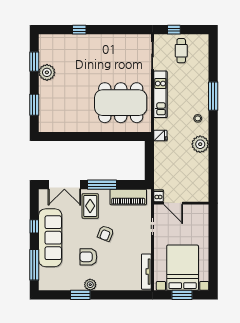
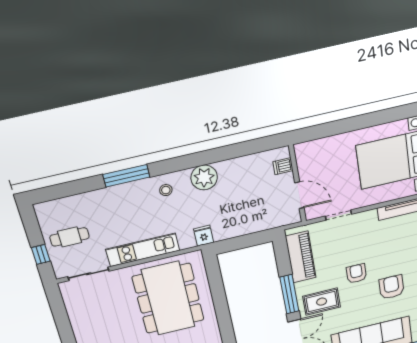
dishwasher: (158, 196) -> (283, 166), moved
door: (173, 203) -> (299, 195), hinge flipped
armchair: (106, 233) -> (356, 274), turned -112
armchair: (88, 257) -> (391, 287), turned 180

